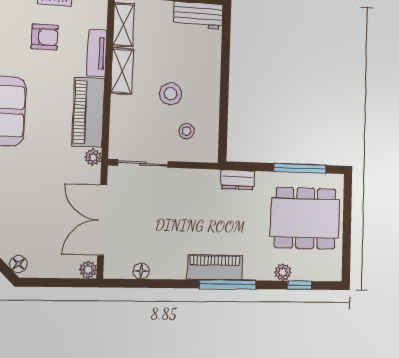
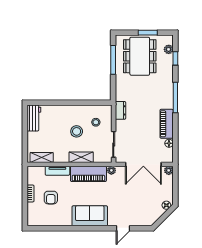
armchair: (45, 37) -> (51, 198), turned 180
shelving: (122, 71) -> (81, 157), moved
dresser: (237, 180) -> (120, 110), moved
window: (347, 234) -> (148, 33), added
piano: (215, 267) -> (167, 124), moved
plant: (283, 272) -> (169, 49), moved

